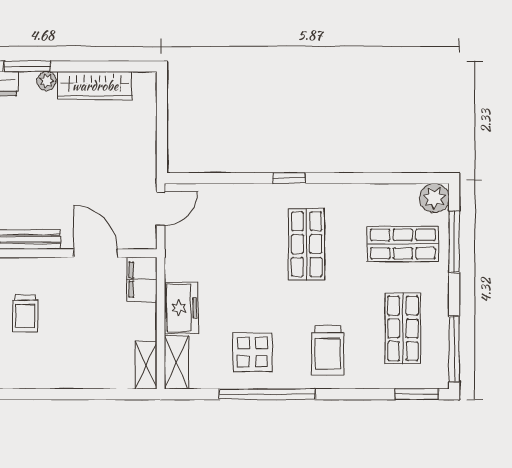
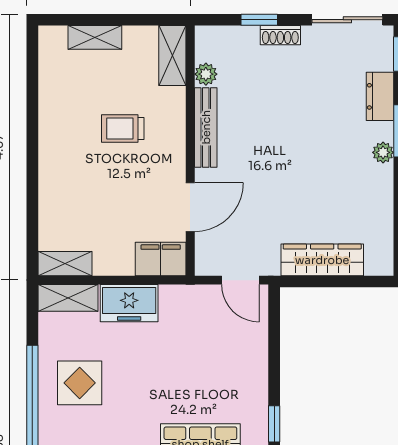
wardrobe: (95, 86) -> (322, 260), moved, turned 90

